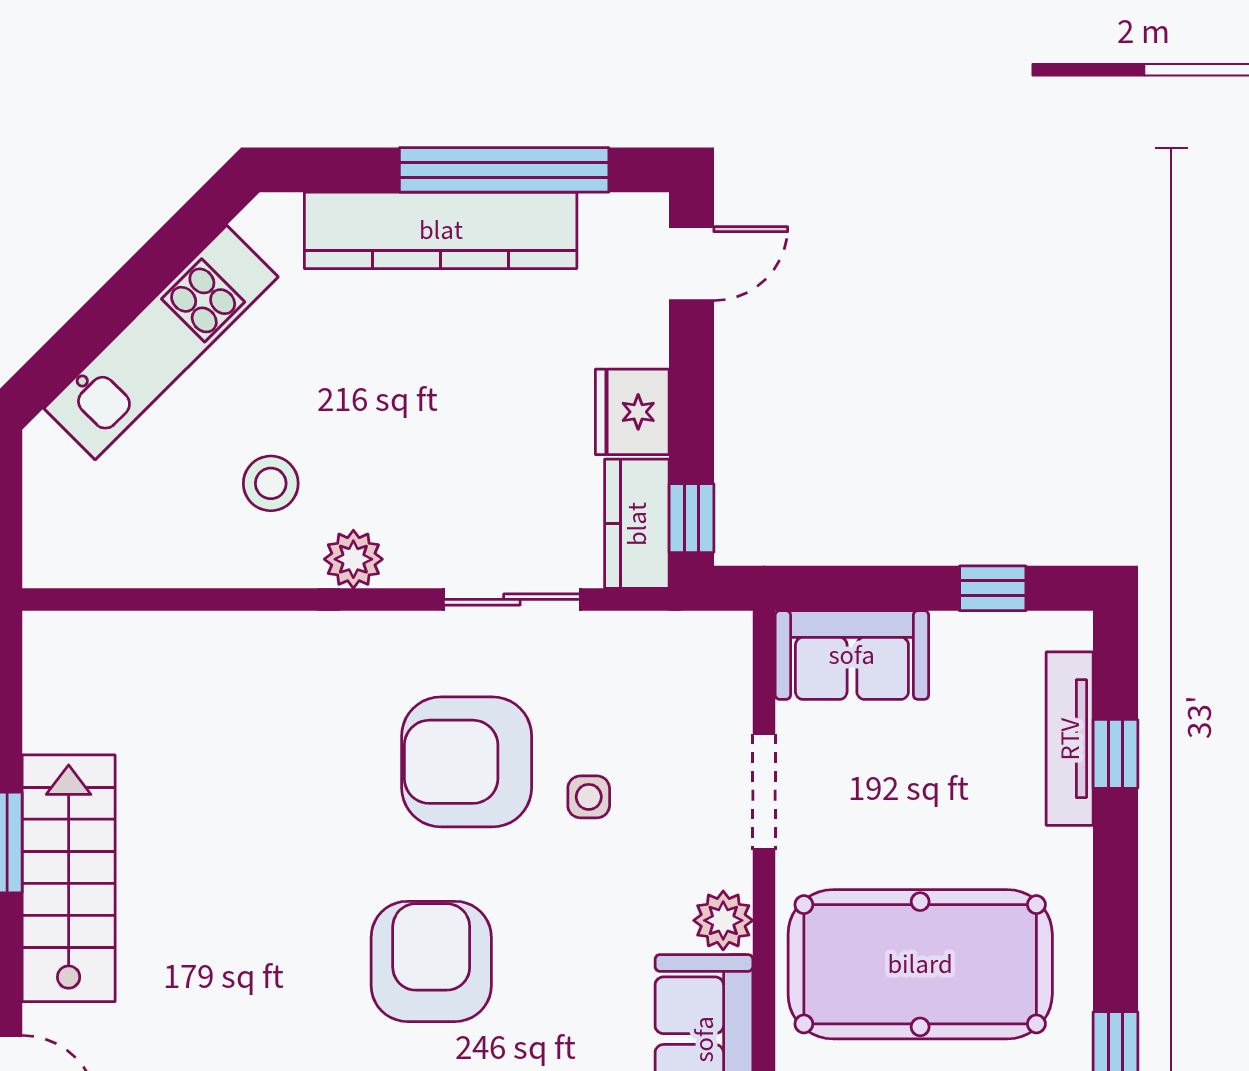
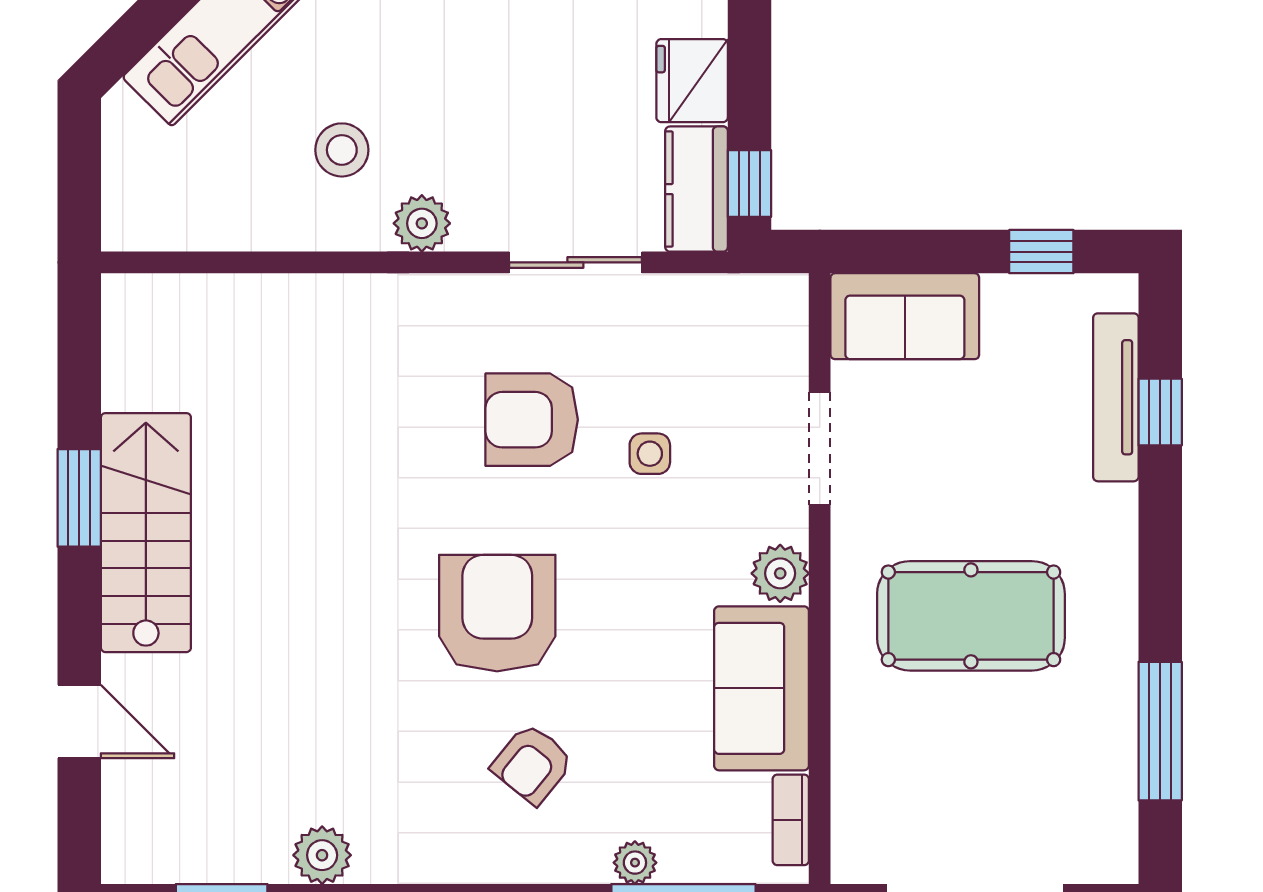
armchair: (467, 762) -> (532, 420), width x0.73, depth x0.73
pool table: (920, 964) -> (971, 616), width x0.73, depth x0.76

